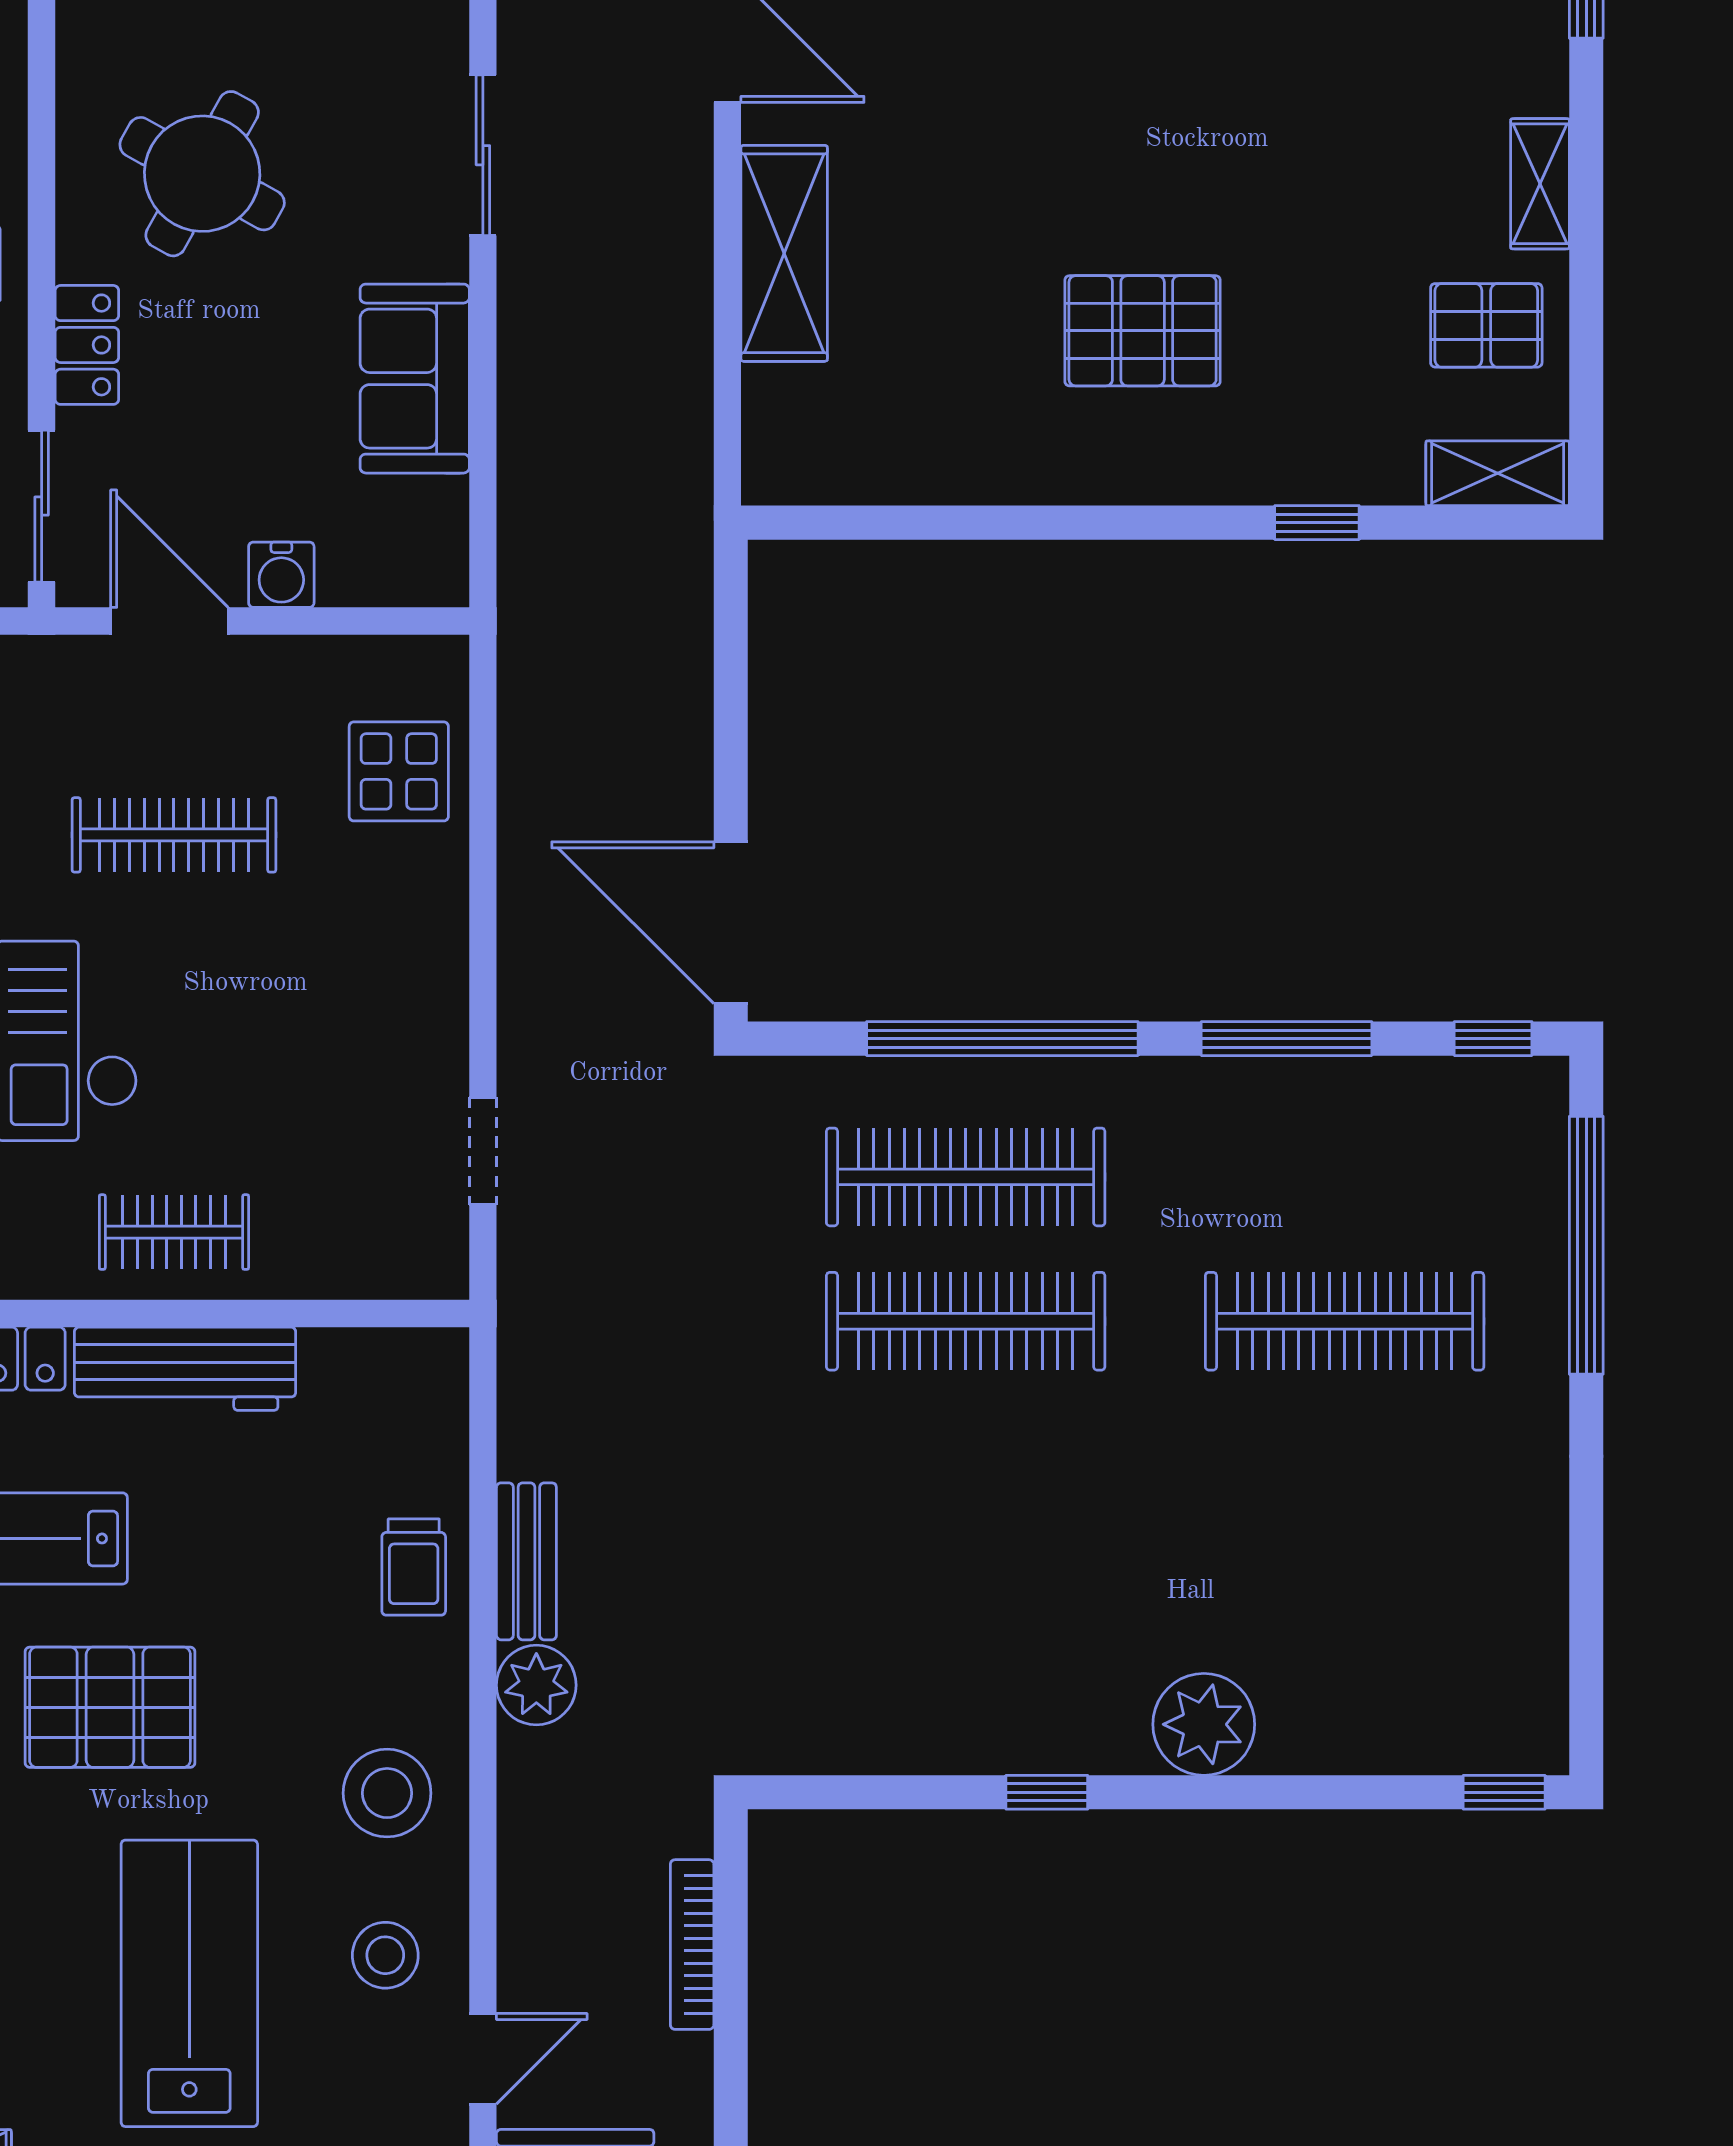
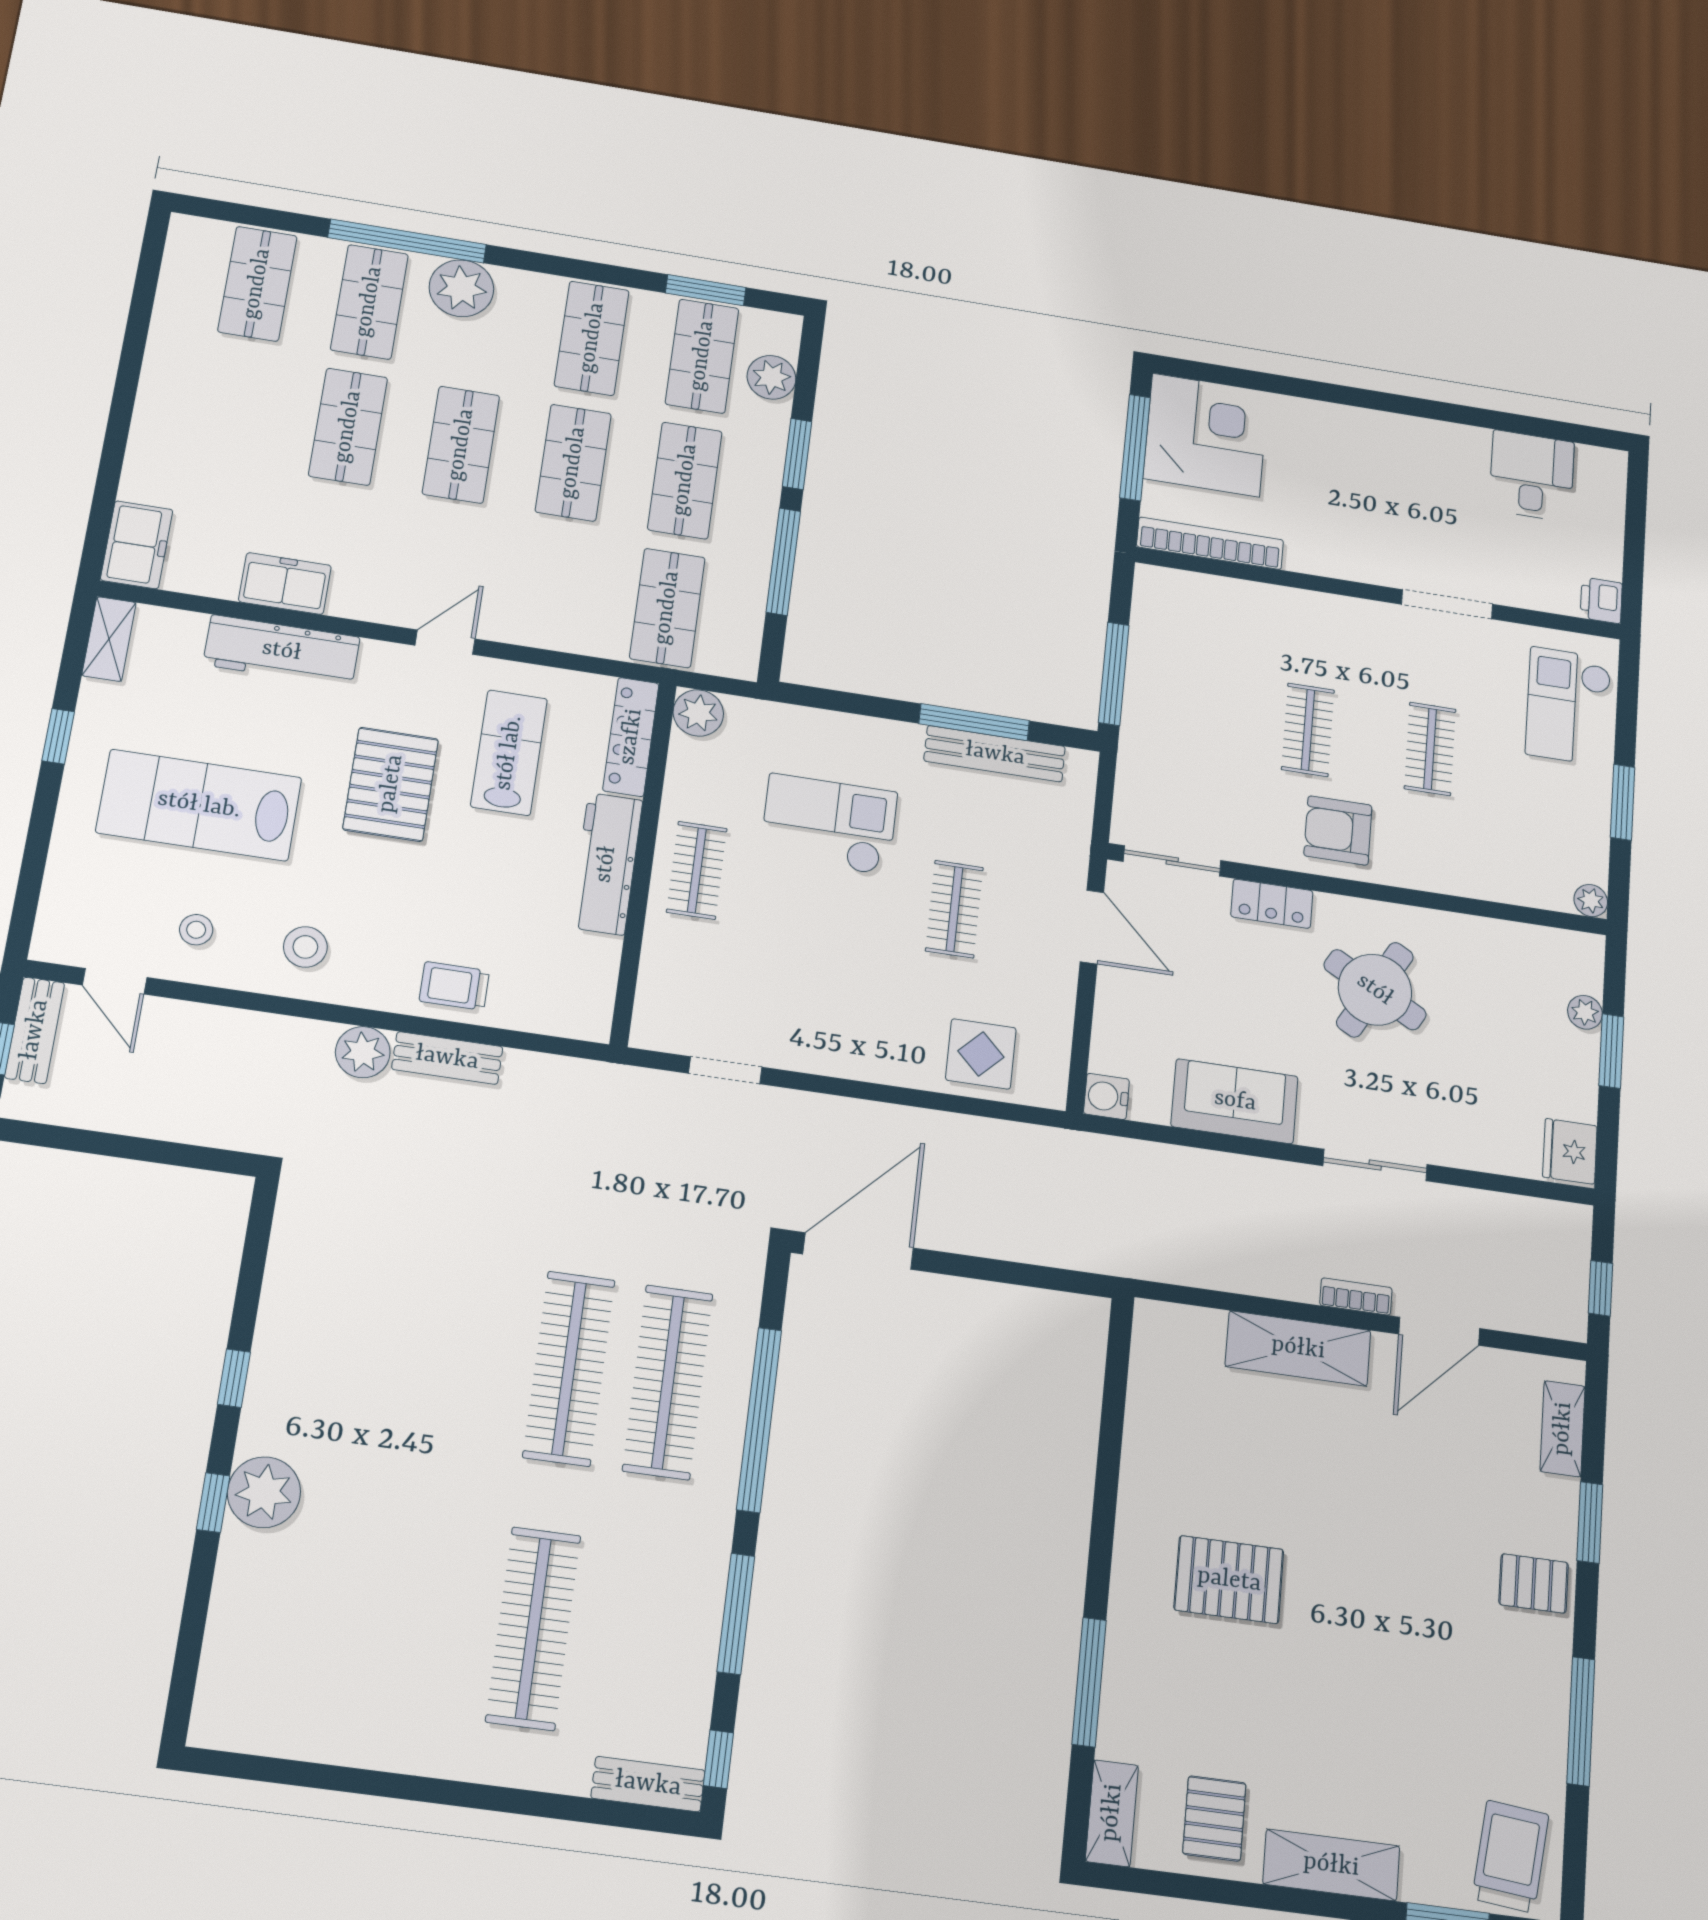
shelving: (1540, 184) -> (1331, 1865), width x1.50, depth x1.33
pallet: (1143, 331) -> (1229, 1580), turned 90
window: (1317, 523) -> (1089, 1682), width x2.17
water cooler: (281, 575) -> (1106, 1096), moved
door: (169, 621) -> (1092, 927), hinge flipped
clothes rail: (174, 835) -> (954, 909), width x0.73
bench: (1540, 1133) -> (648, 1784), added
window: (1586, 1245) -> (564, 1807), removed
window: (1504, 1792) -> (213, 1503), moved
stool: (387, 1793) -> (305, 947), width x0.73, depth x0.73
bookcase: (692, 1945) -> (1356, 1296), moved, width x0.64
stool: (385, 1955) -> (196, 930), width x0.73, depth x0.73
lab bench: (189, 1983) -> (199, 805), turned 180

